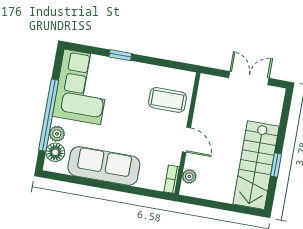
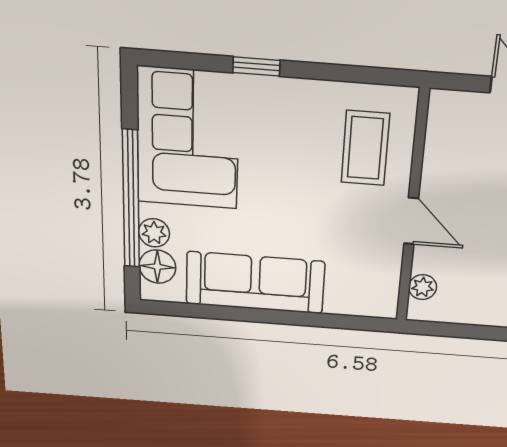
coffee table: (167, 100) -> (365, 148), turned 90
bookcase: (172, 179) -> (389, 295), removed

